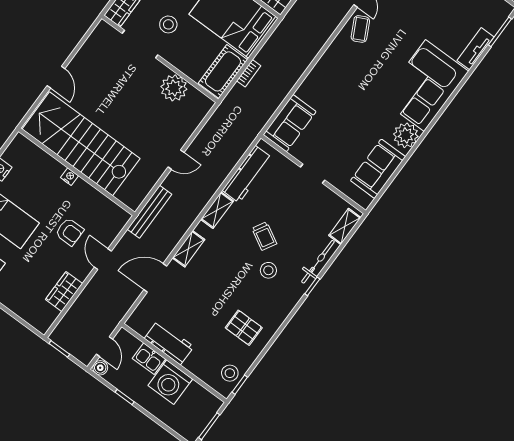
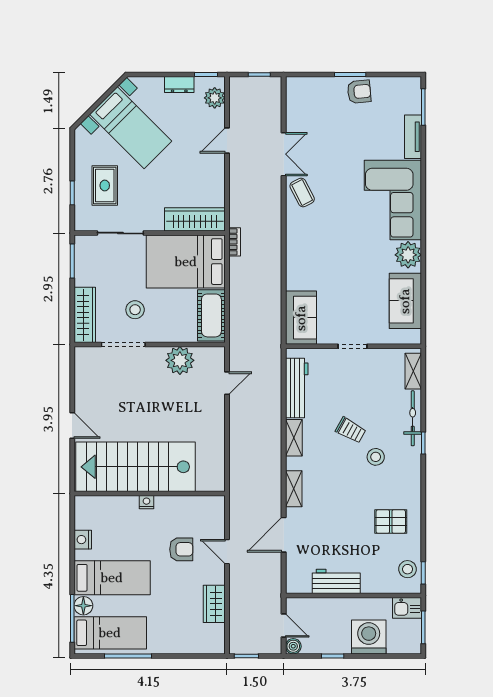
bookcase: (249, 73) -> (235, 242), moved
door: (176, 160) -> (227, 383), moved
bench: (149, 212) -> (237, 482), removed
kitchen sink: (149, 359) -> (407, 608), moved
washing machine: (170, 382) -> (369, 637), moved, turned 180

